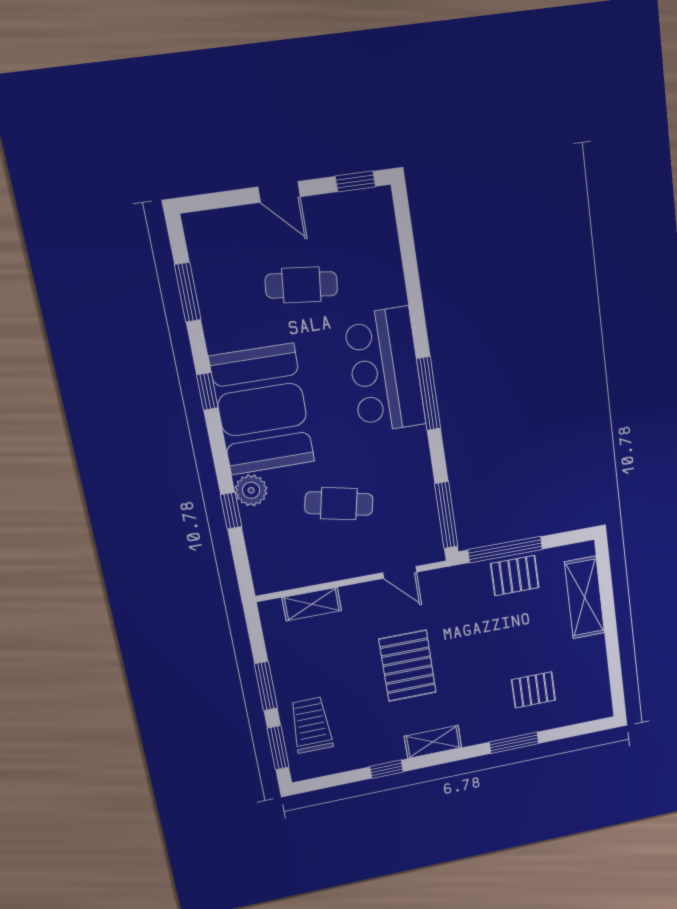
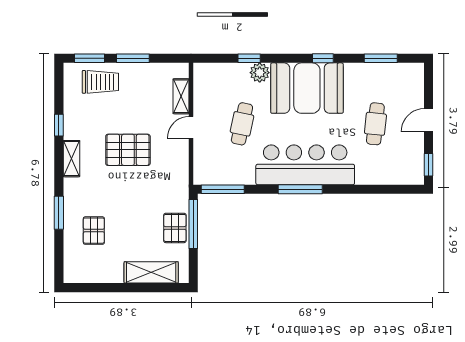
bar counter: (385, 371) -> (305, 165), width x1.36
door: (400, 572) -> (191, 127), moved

